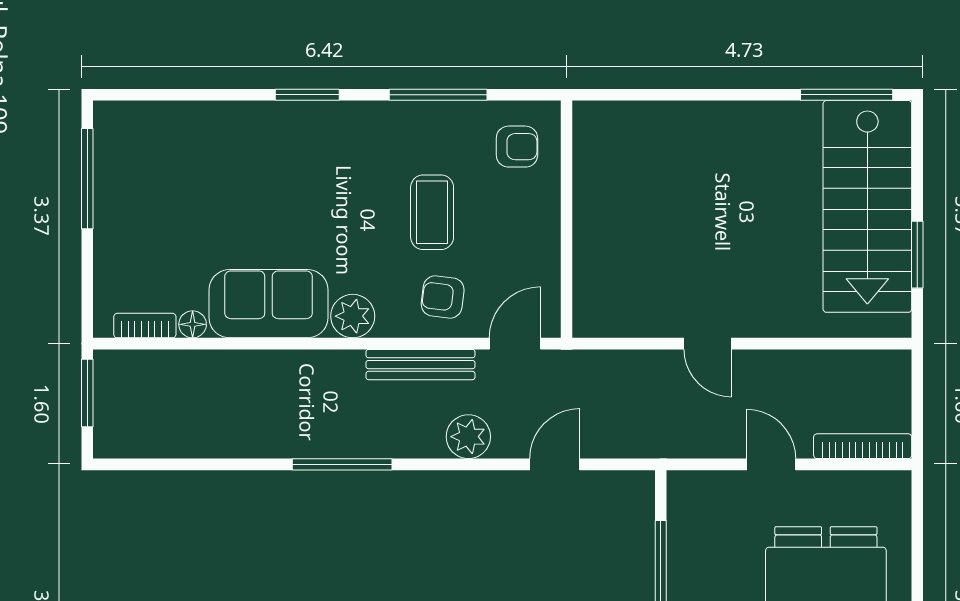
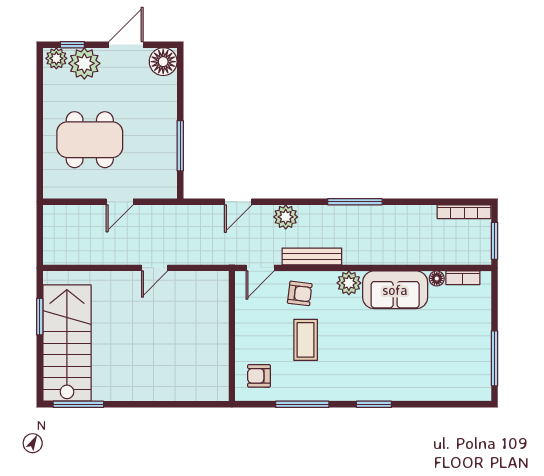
door: (708, 344) -> (155, 268), swing flipped
bookcase: (863, 446) -> (464, 212), moved
door: (771, 464) -> (120, 202), hinge flipped

